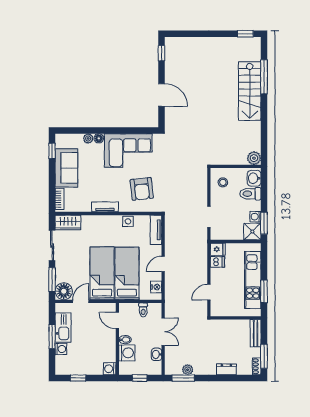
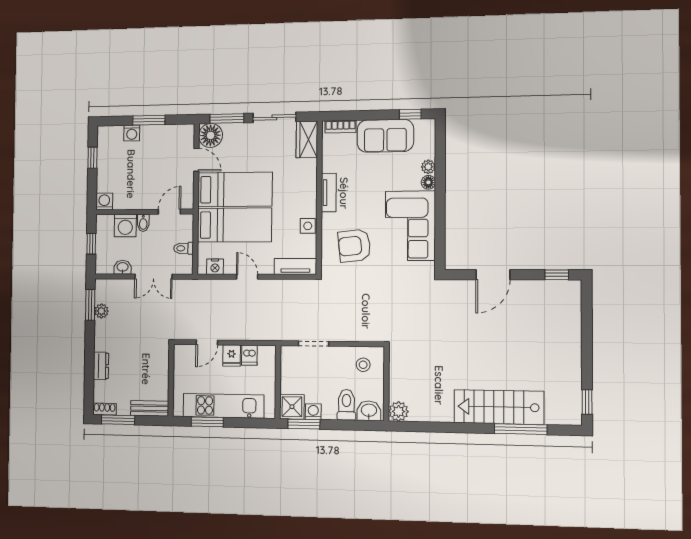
fridge: (218, 249) -> (232, 355), moved
door: (209, 292) -> (207, 342), swing flipped
kitchen sink: (63, 328) -> (161, 135), removed

